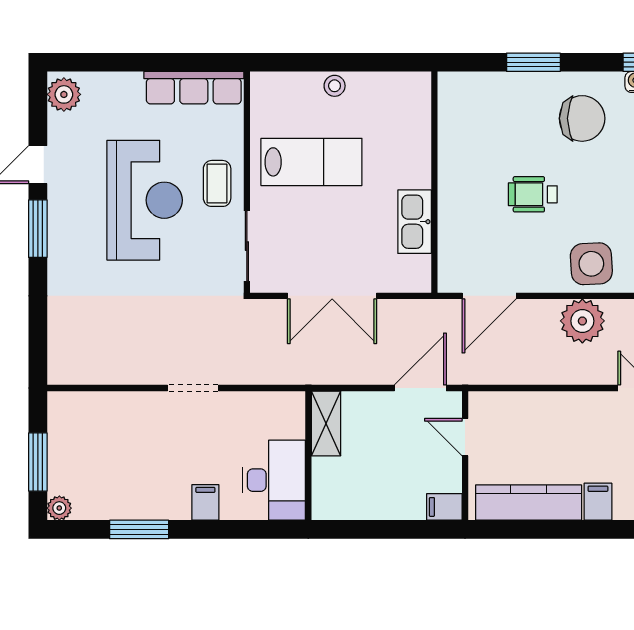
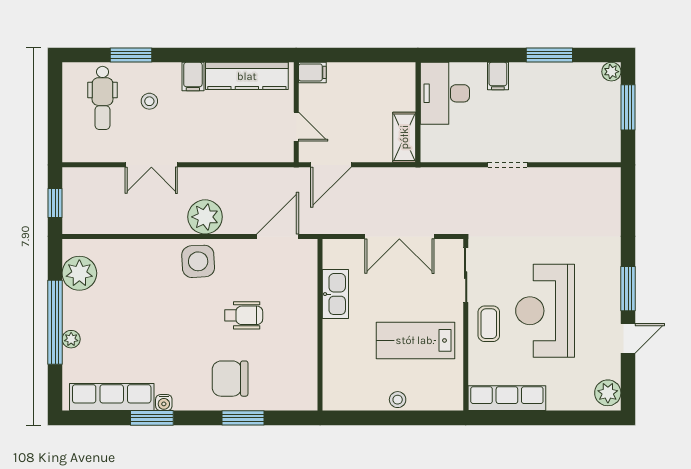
chair: (582, 118) -> (230, 379), moved
double door: (332, 296) -> (399, 236), swing flipped

